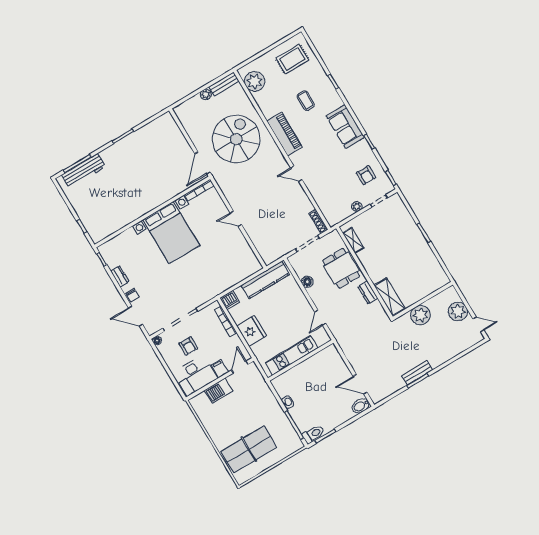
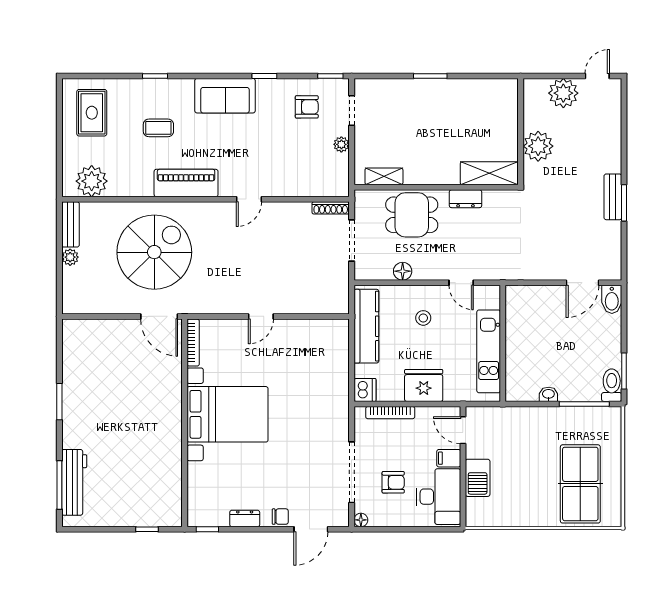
spiral stairs: (236, 139) -> (154, 252), turned 90
stool: (288, 308) -> (423, 318), added

